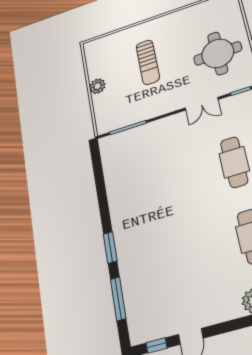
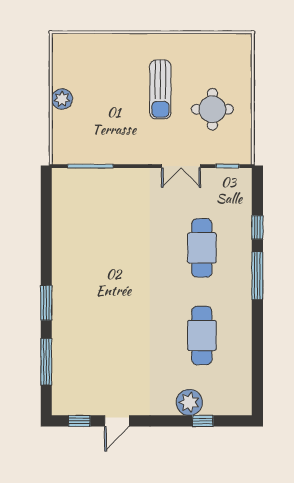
round table: (218, 53) -> (212, 109), width x0.73, depth x0.73
sun lounger: (148, 62) -> (160, 89), moved

